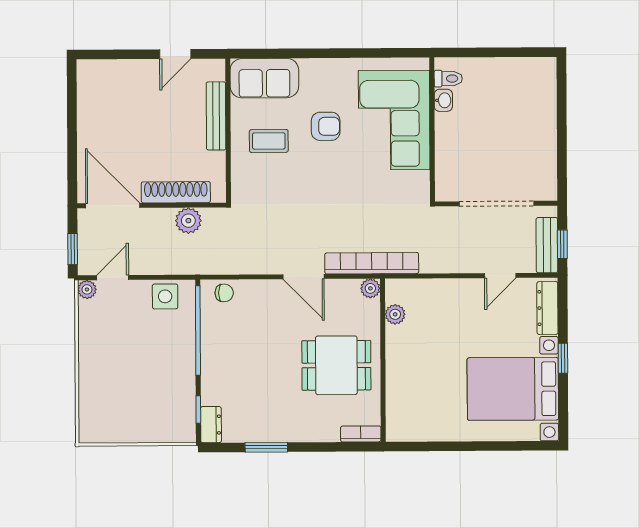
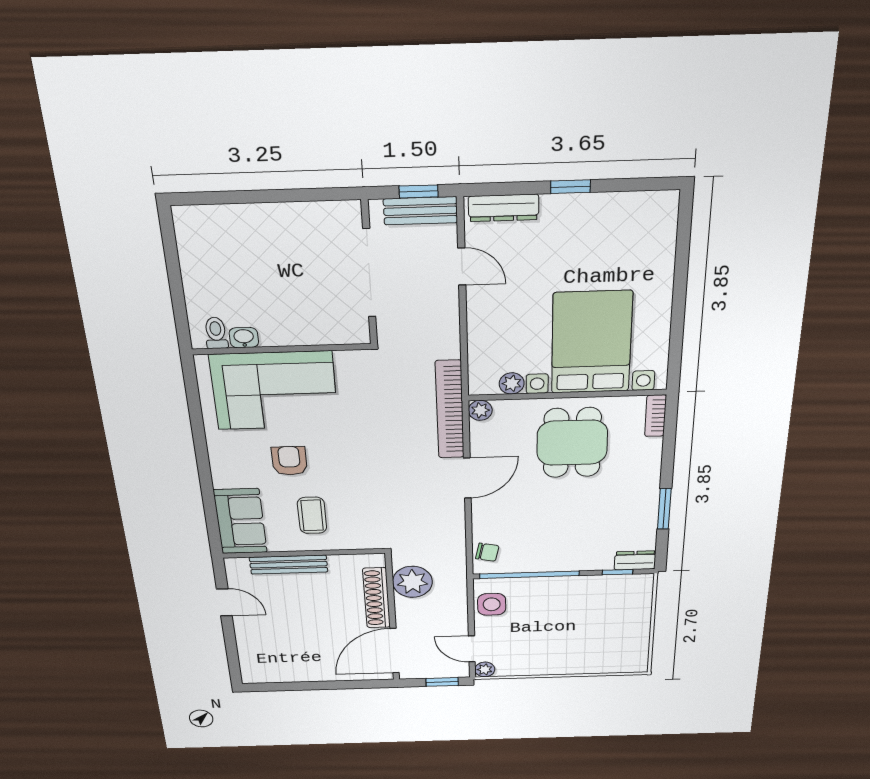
plant: (188, 221) -> (412, 582), width x1.36, depth x1.36
chair: (224, 293) -> (487, 552), turned 102
bed with nightstands: (513, 389) -> (591, 343), moved, turned 180

